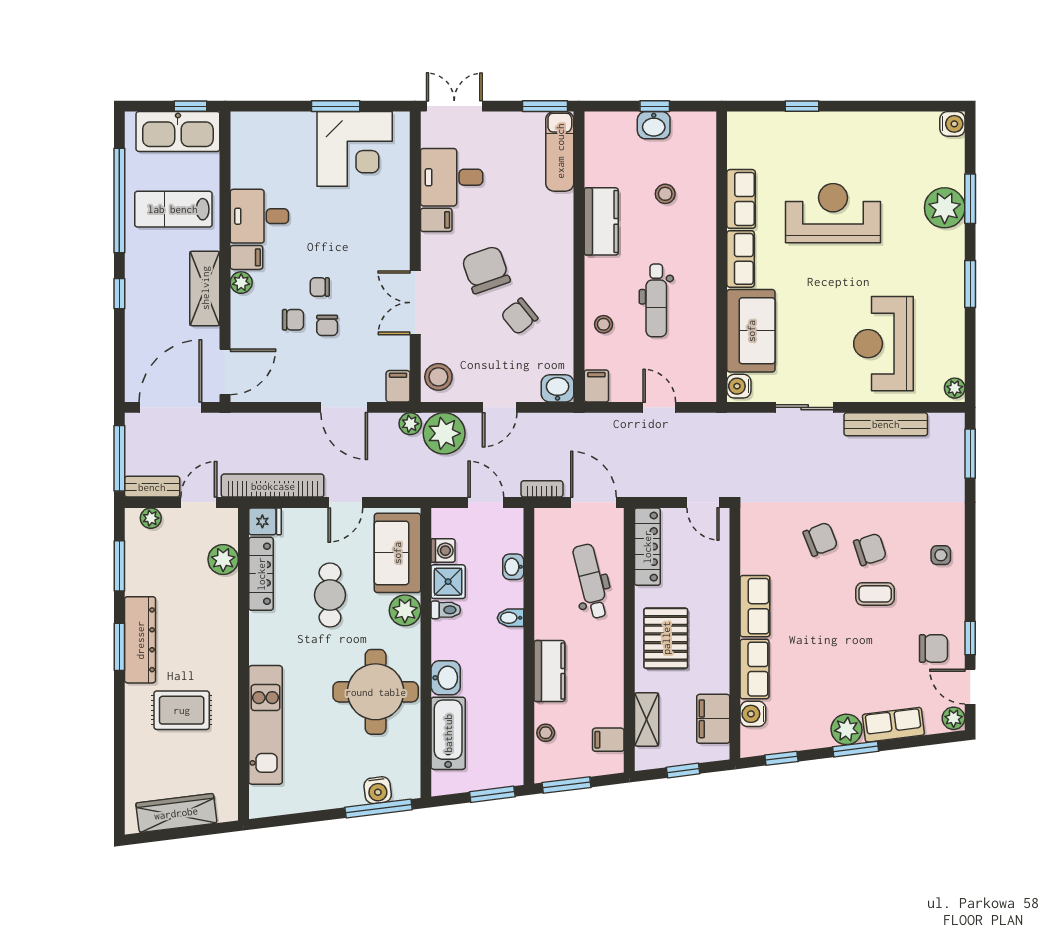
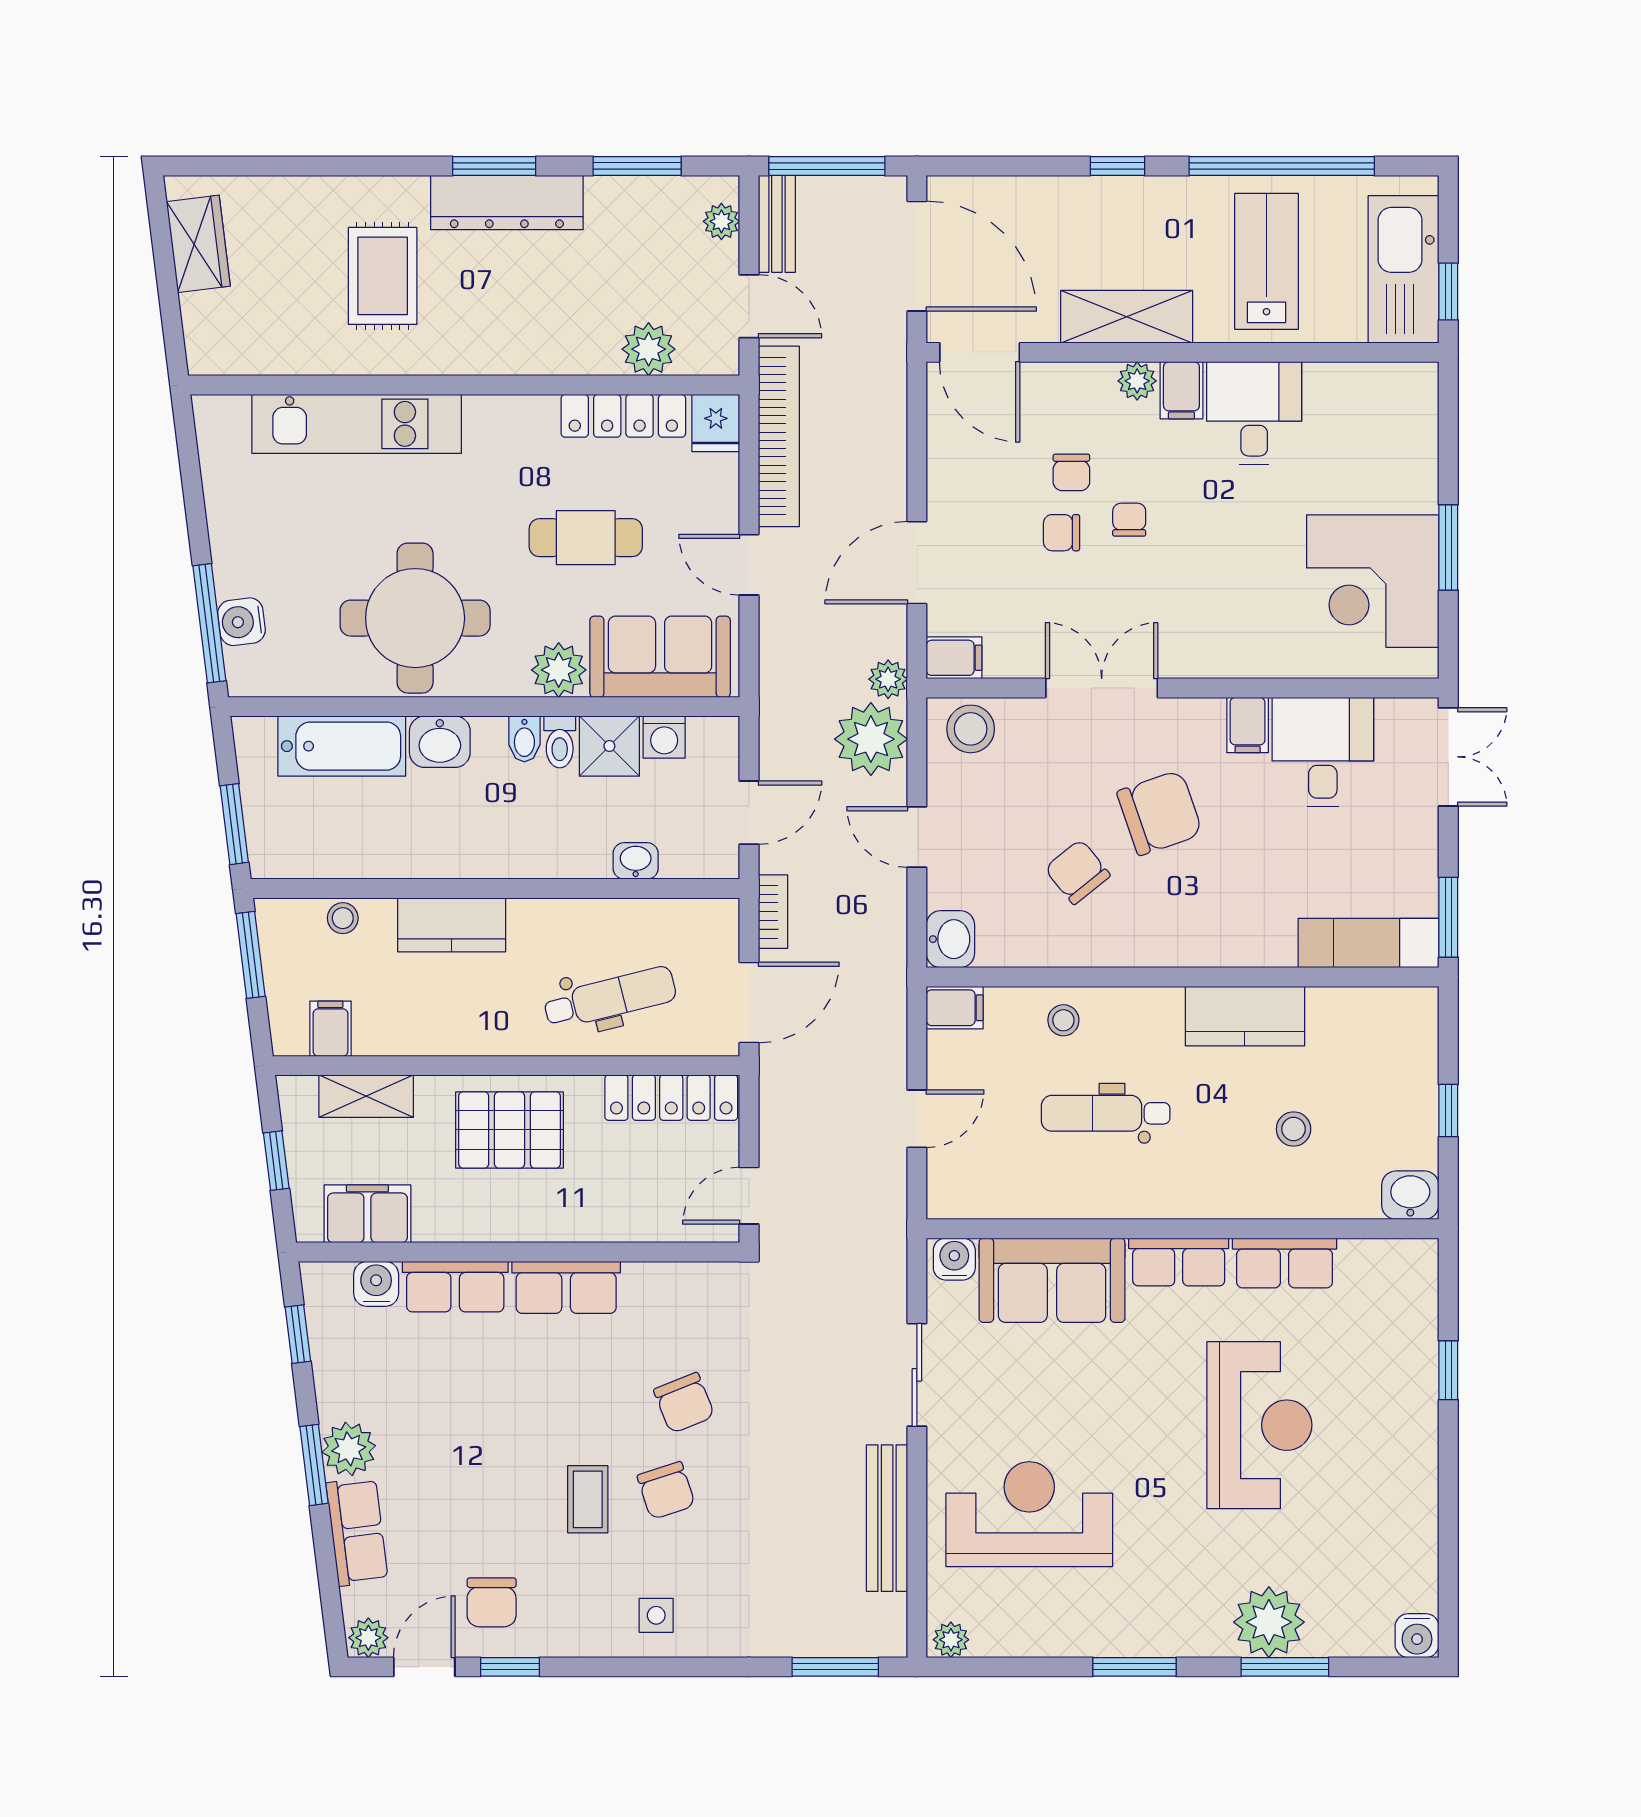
washbasin: (654, 125) -> (1410, 1195), moved, turned 90
bidet: (511, 618) -> (524, 739), moved, turned 180
wardrobe: (176, 813) -> (198, 244), width x0.67

